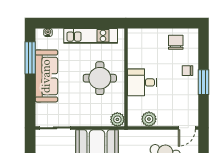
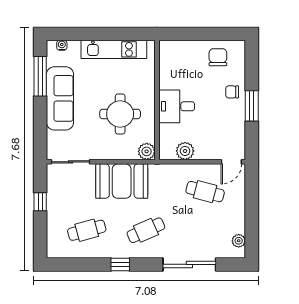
round table: (100, 78) -> (120, 114), moved

